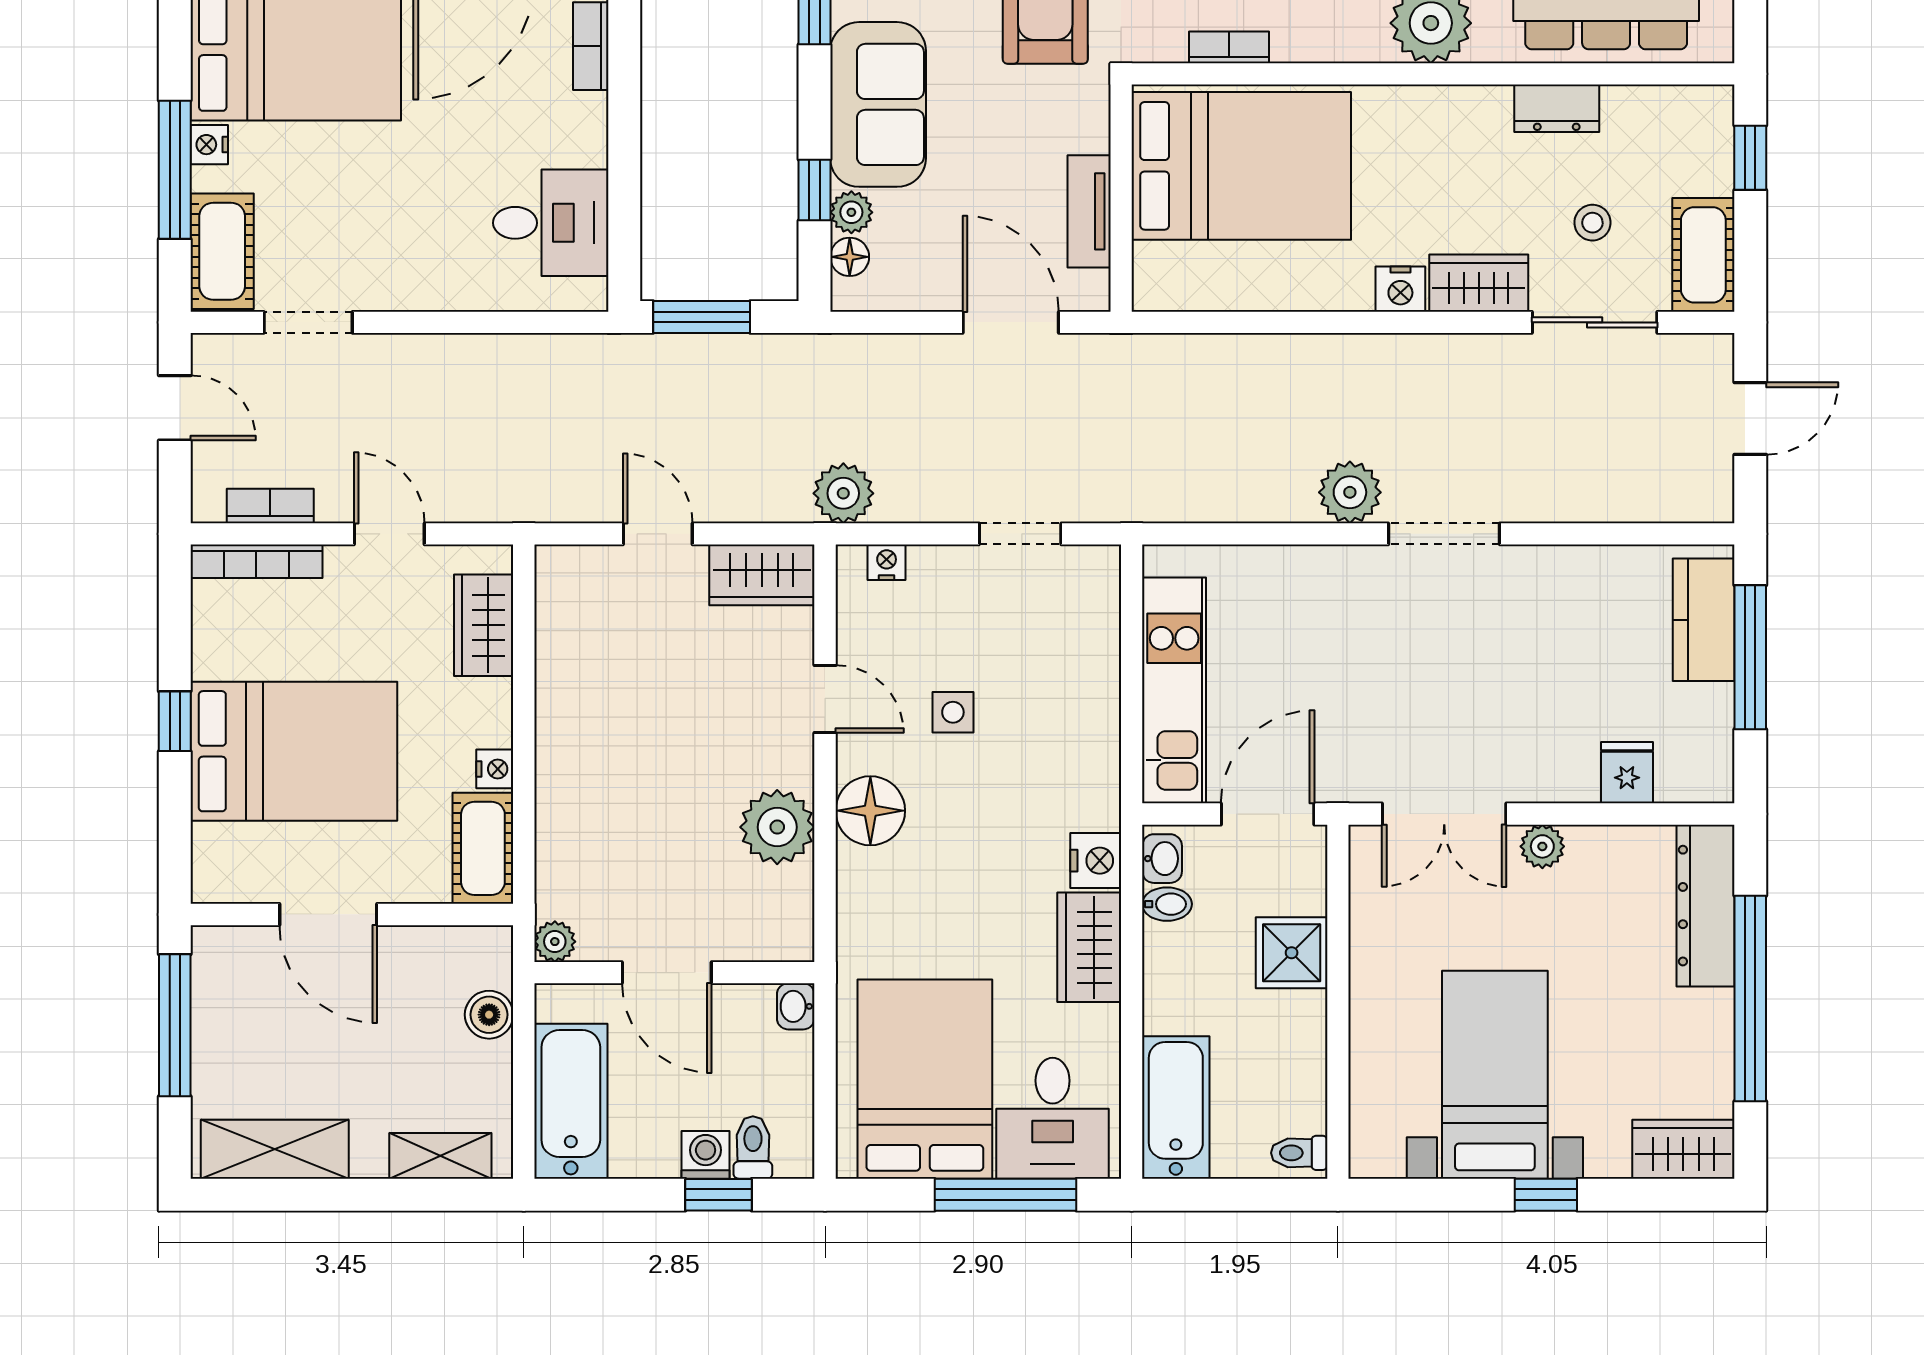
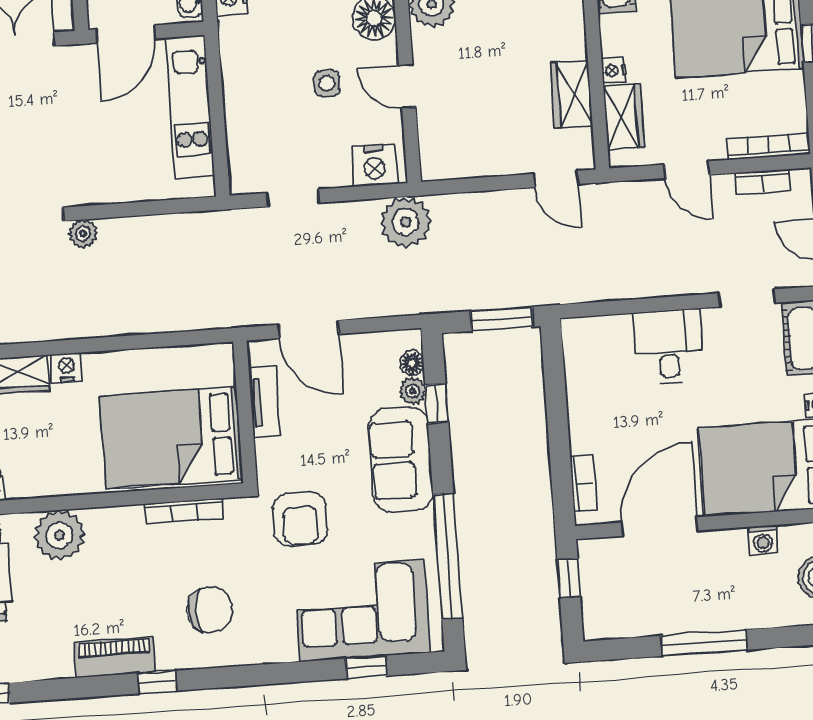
bookcase: (1229, 47) -> (184, 511), width x1.56
desk: (551, 223) -> (669, 346), moved, turned 90
plant: (1350, 492) -> (83, 234), width x0.73, depth x0.73
plant: (843, 493) -> (406, 222), width x1.36, depth x1.36
door: (658, 534) -> (556, 179), moved
nightstand: (887, 562) -> (374, 165), width x1.89, depth x1.79
wardrobe: (762, 575) -> (571, 94), moved, turned -90
nightstand: (495, 769) -> (614, 71), moved

